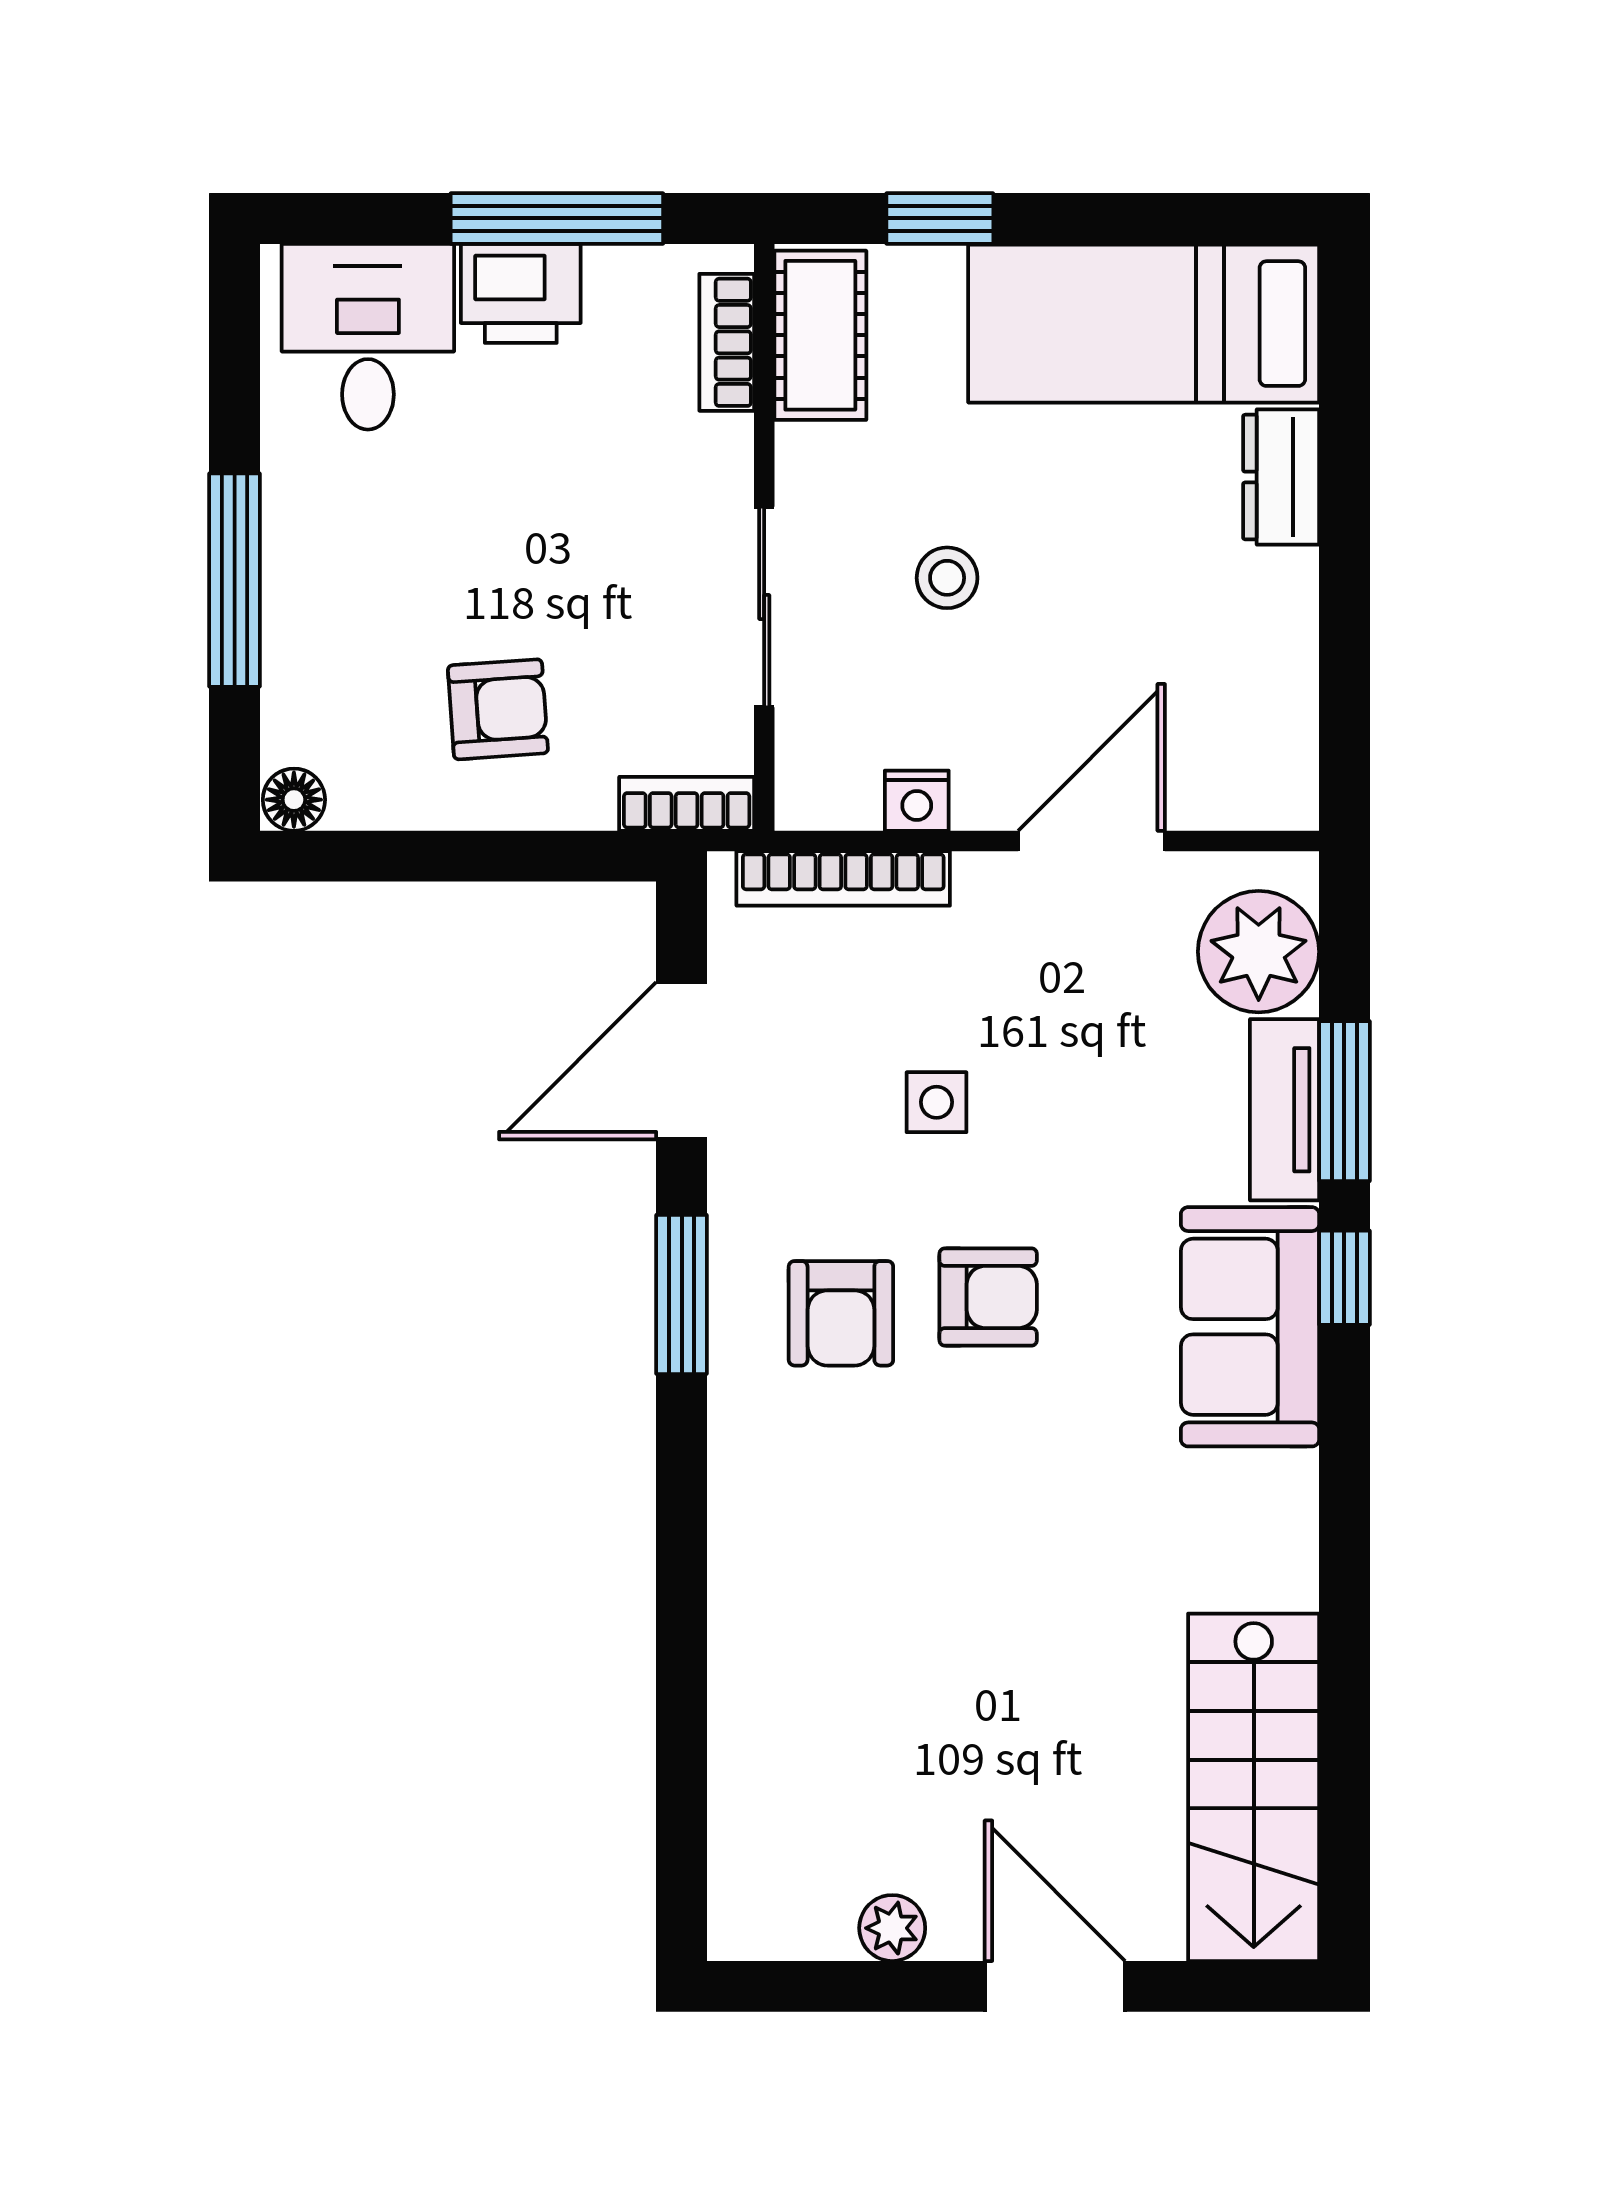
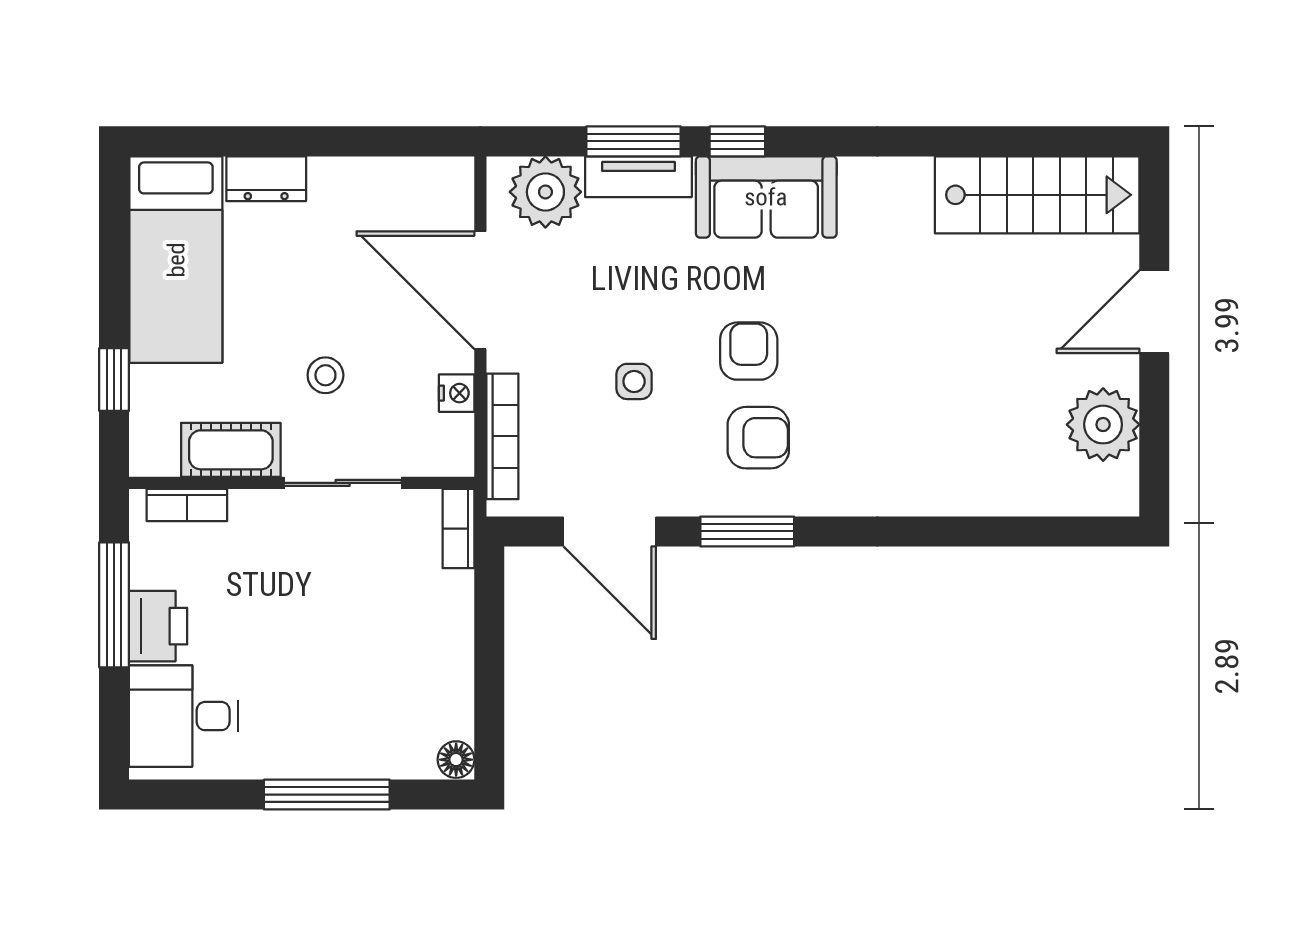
cot: (820, 335) -> (231, 450), moved
armchair: (498, 709) -> (403, 640), removed
door: (1092, 841) -> (480, 290), width x1.36
plant: (892, 1928) -> (1103, 425), width x1.88, depth x1.88

